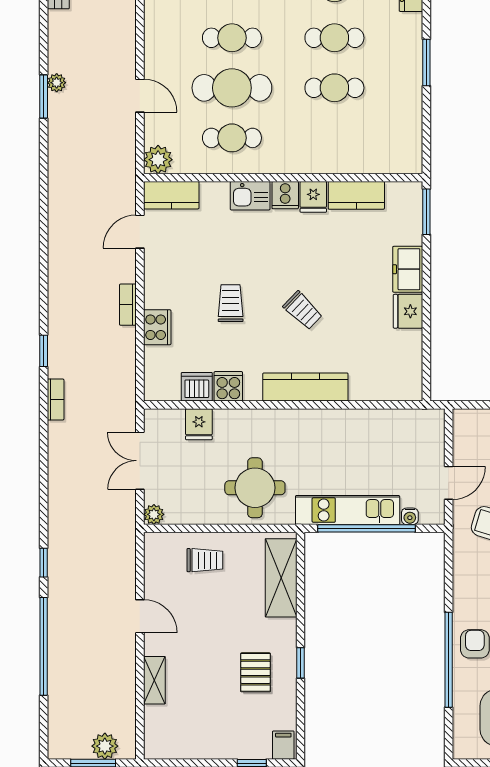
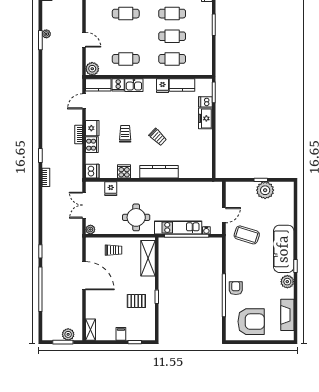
cafe table: (232, 88) -> (172, 59), moved, width x0.73, depth x0.74
cooker: (285, 195) -> (118, 85), moved
dishwasher: (408, 233) -> (205, 102), added
fridge: (408, 311) -> (92, 128), moved, turned 180
dishwasher: (197, 387) -> (92, 171), moved, turned 90
door: (140, 616) -> (84, 276), width x1.87
pallet: (255, 672) -> (136, 301), turned 90
shelving: (154, 680) -> (91, 330), moved
filing cabinet: (283, 745) -> (121, 334), moved

